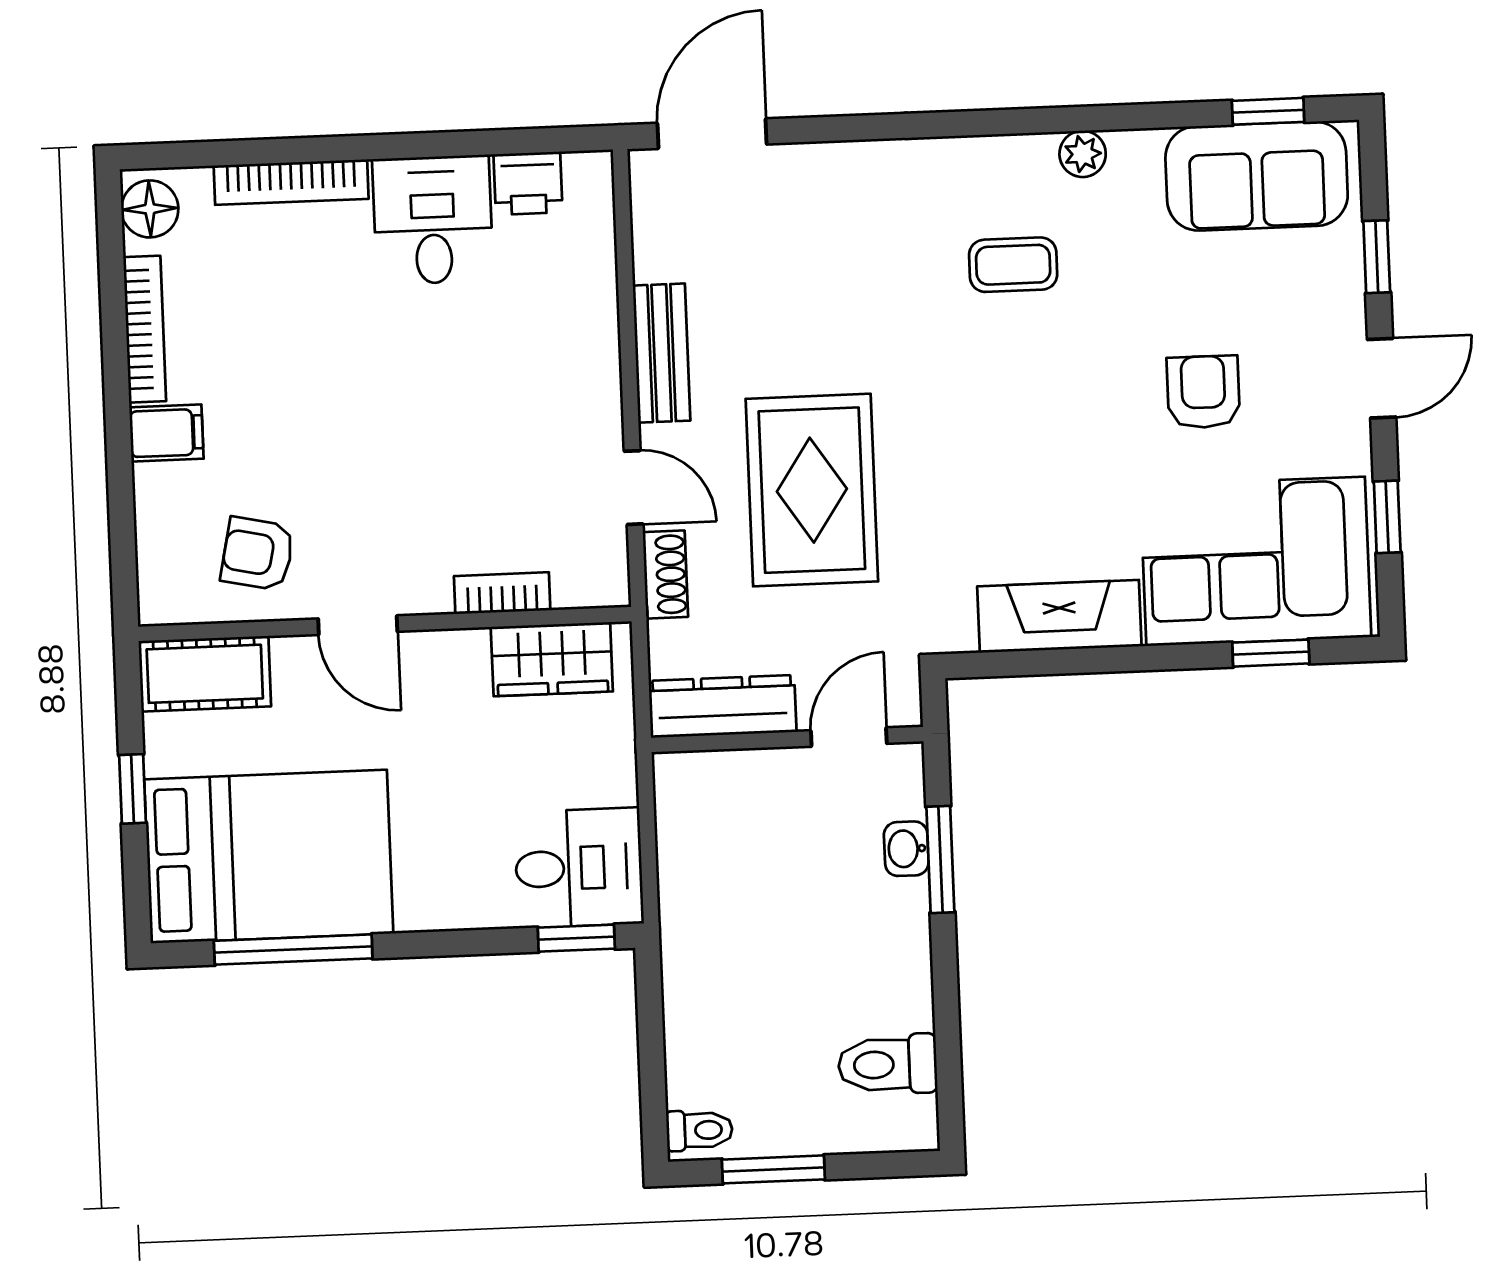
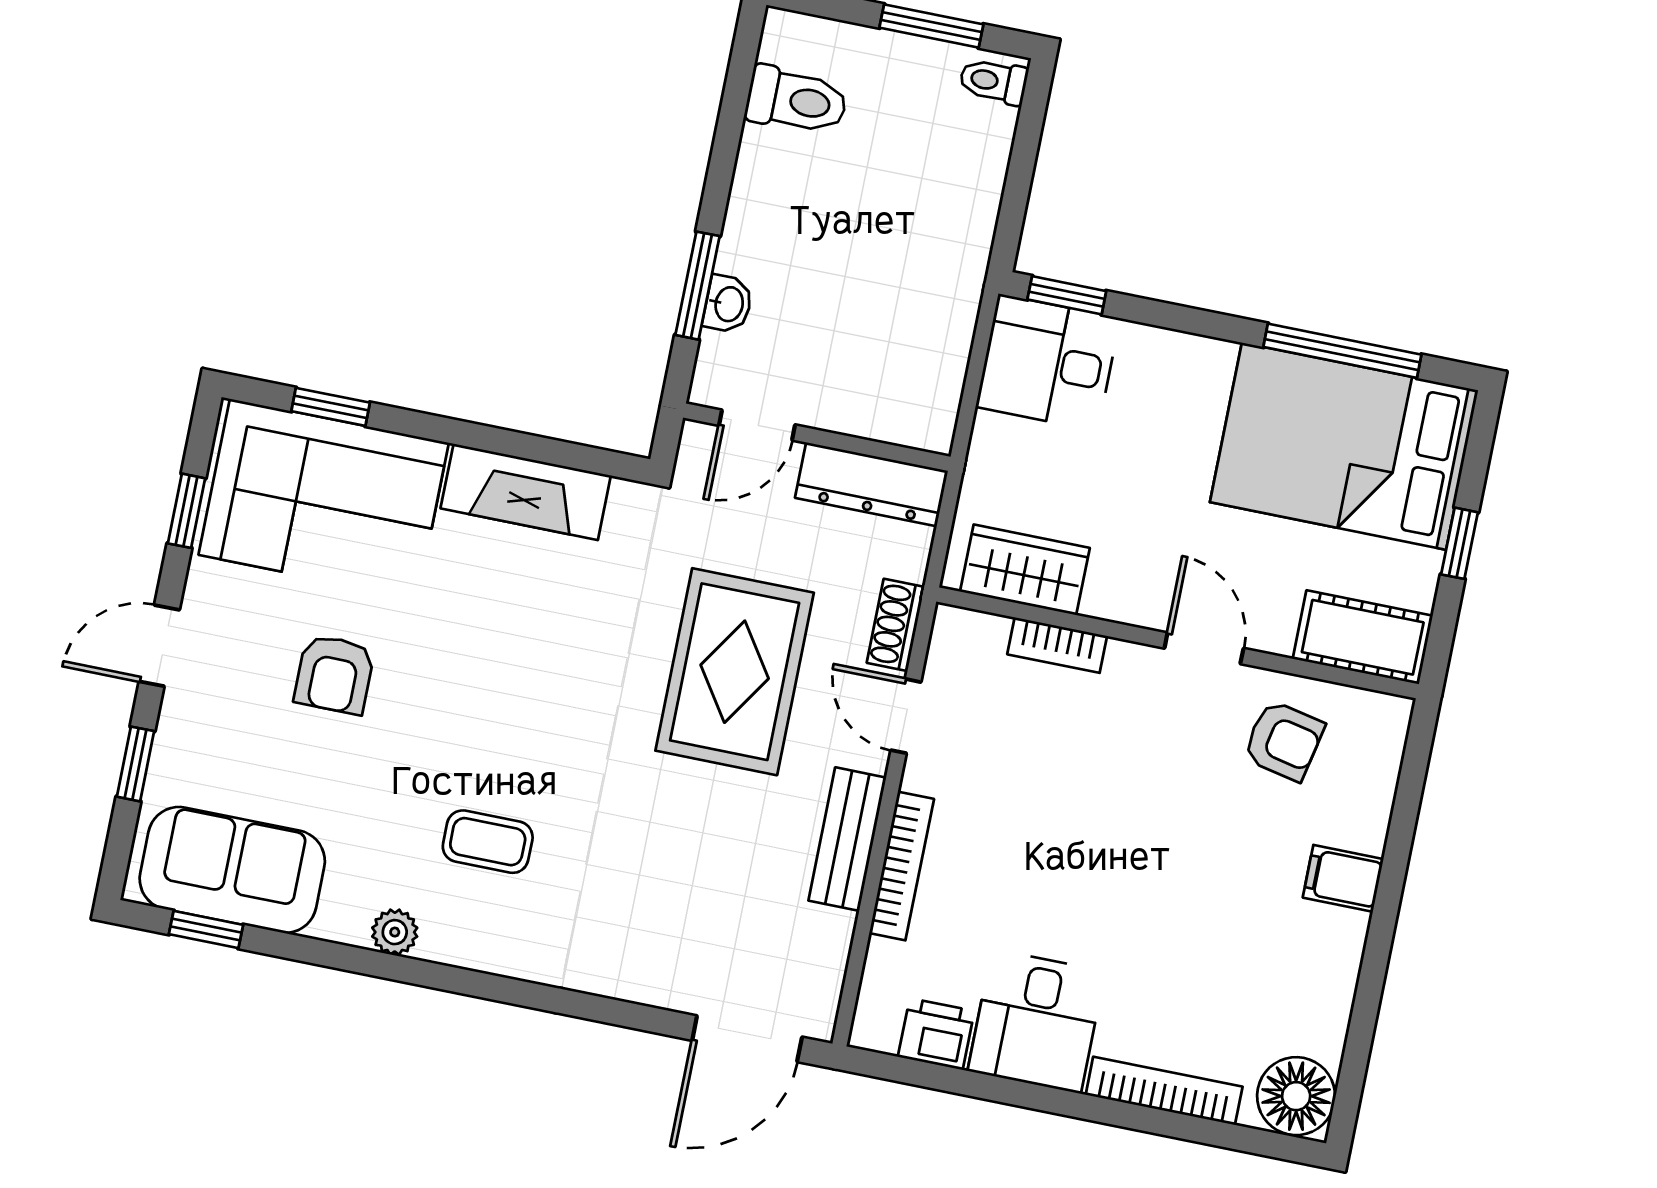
floor lamp: (150, 209) -> (1296, 1096), width x1.38, depth x1.38
bookcase: (145, 329) -> (902, 866), moved, turned 180

